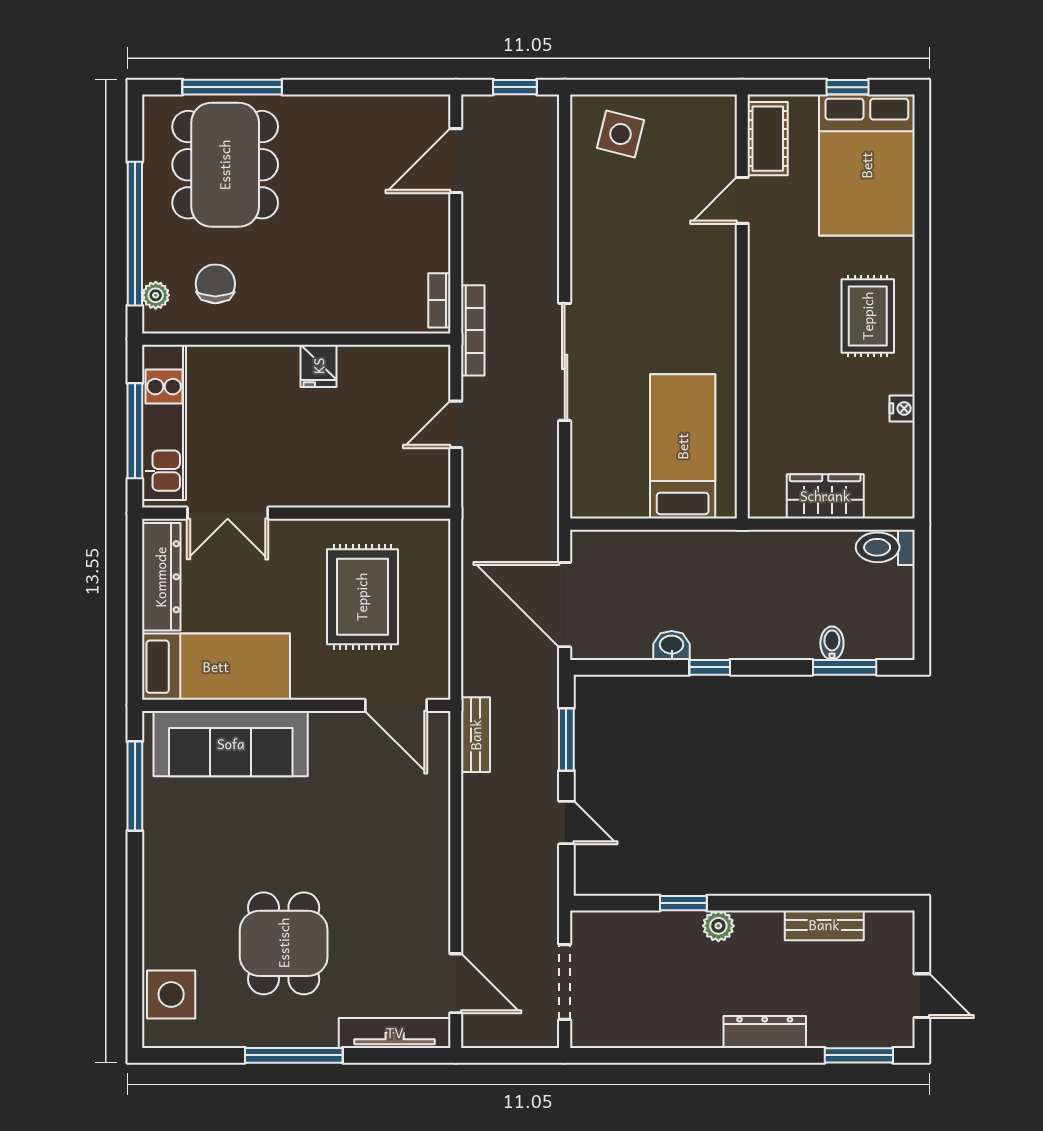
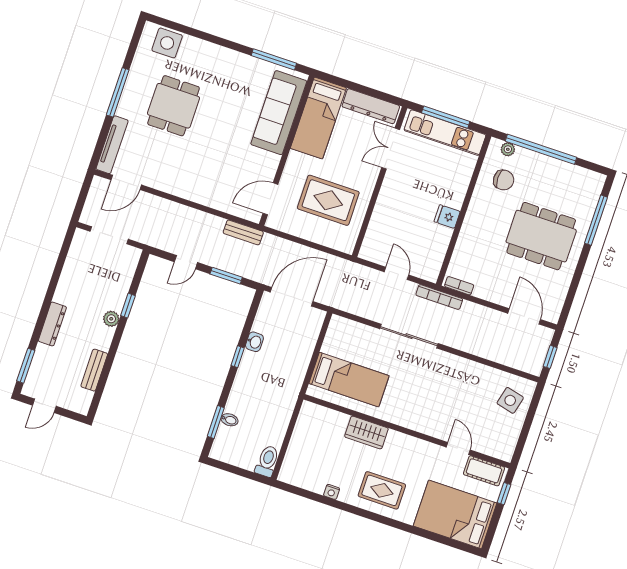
window: (847, 87) -> (504, 494), moved
dining table: (225, 165) -> (541, 236), moved
wardrobe: (825, 496) -> (366, 432), moved, turned 90
dining table: (284, 943) -> (174, 106), turned 90

